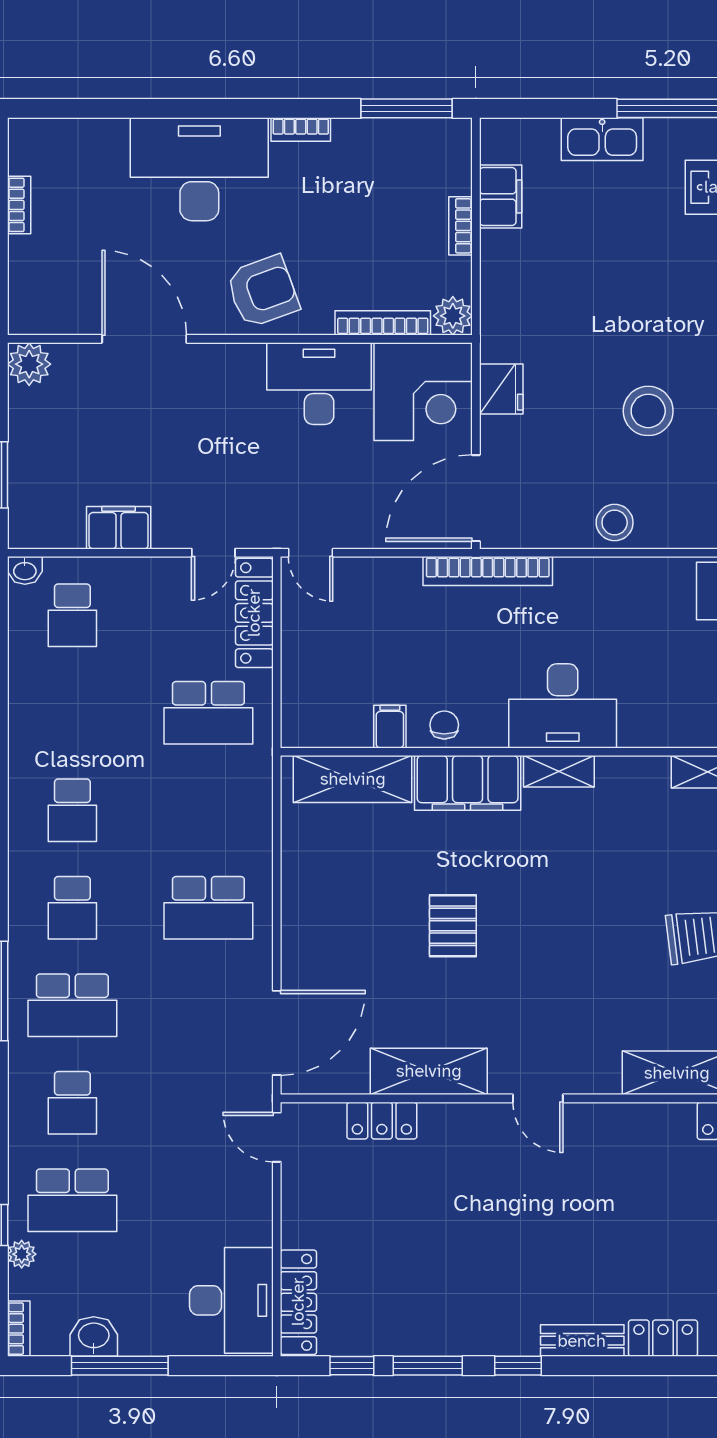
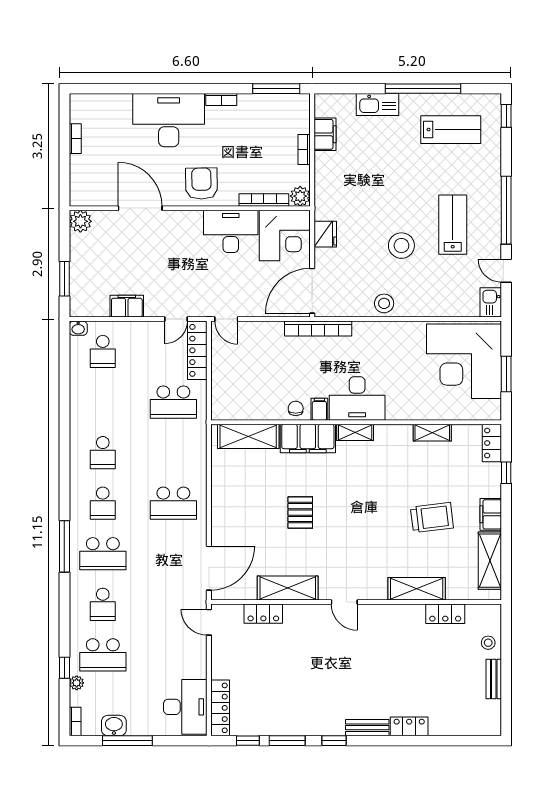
armchair: (263, 291) -> (201, 184), turned -71
filing cabinet: (390, 727) -> (319, 409), moved

